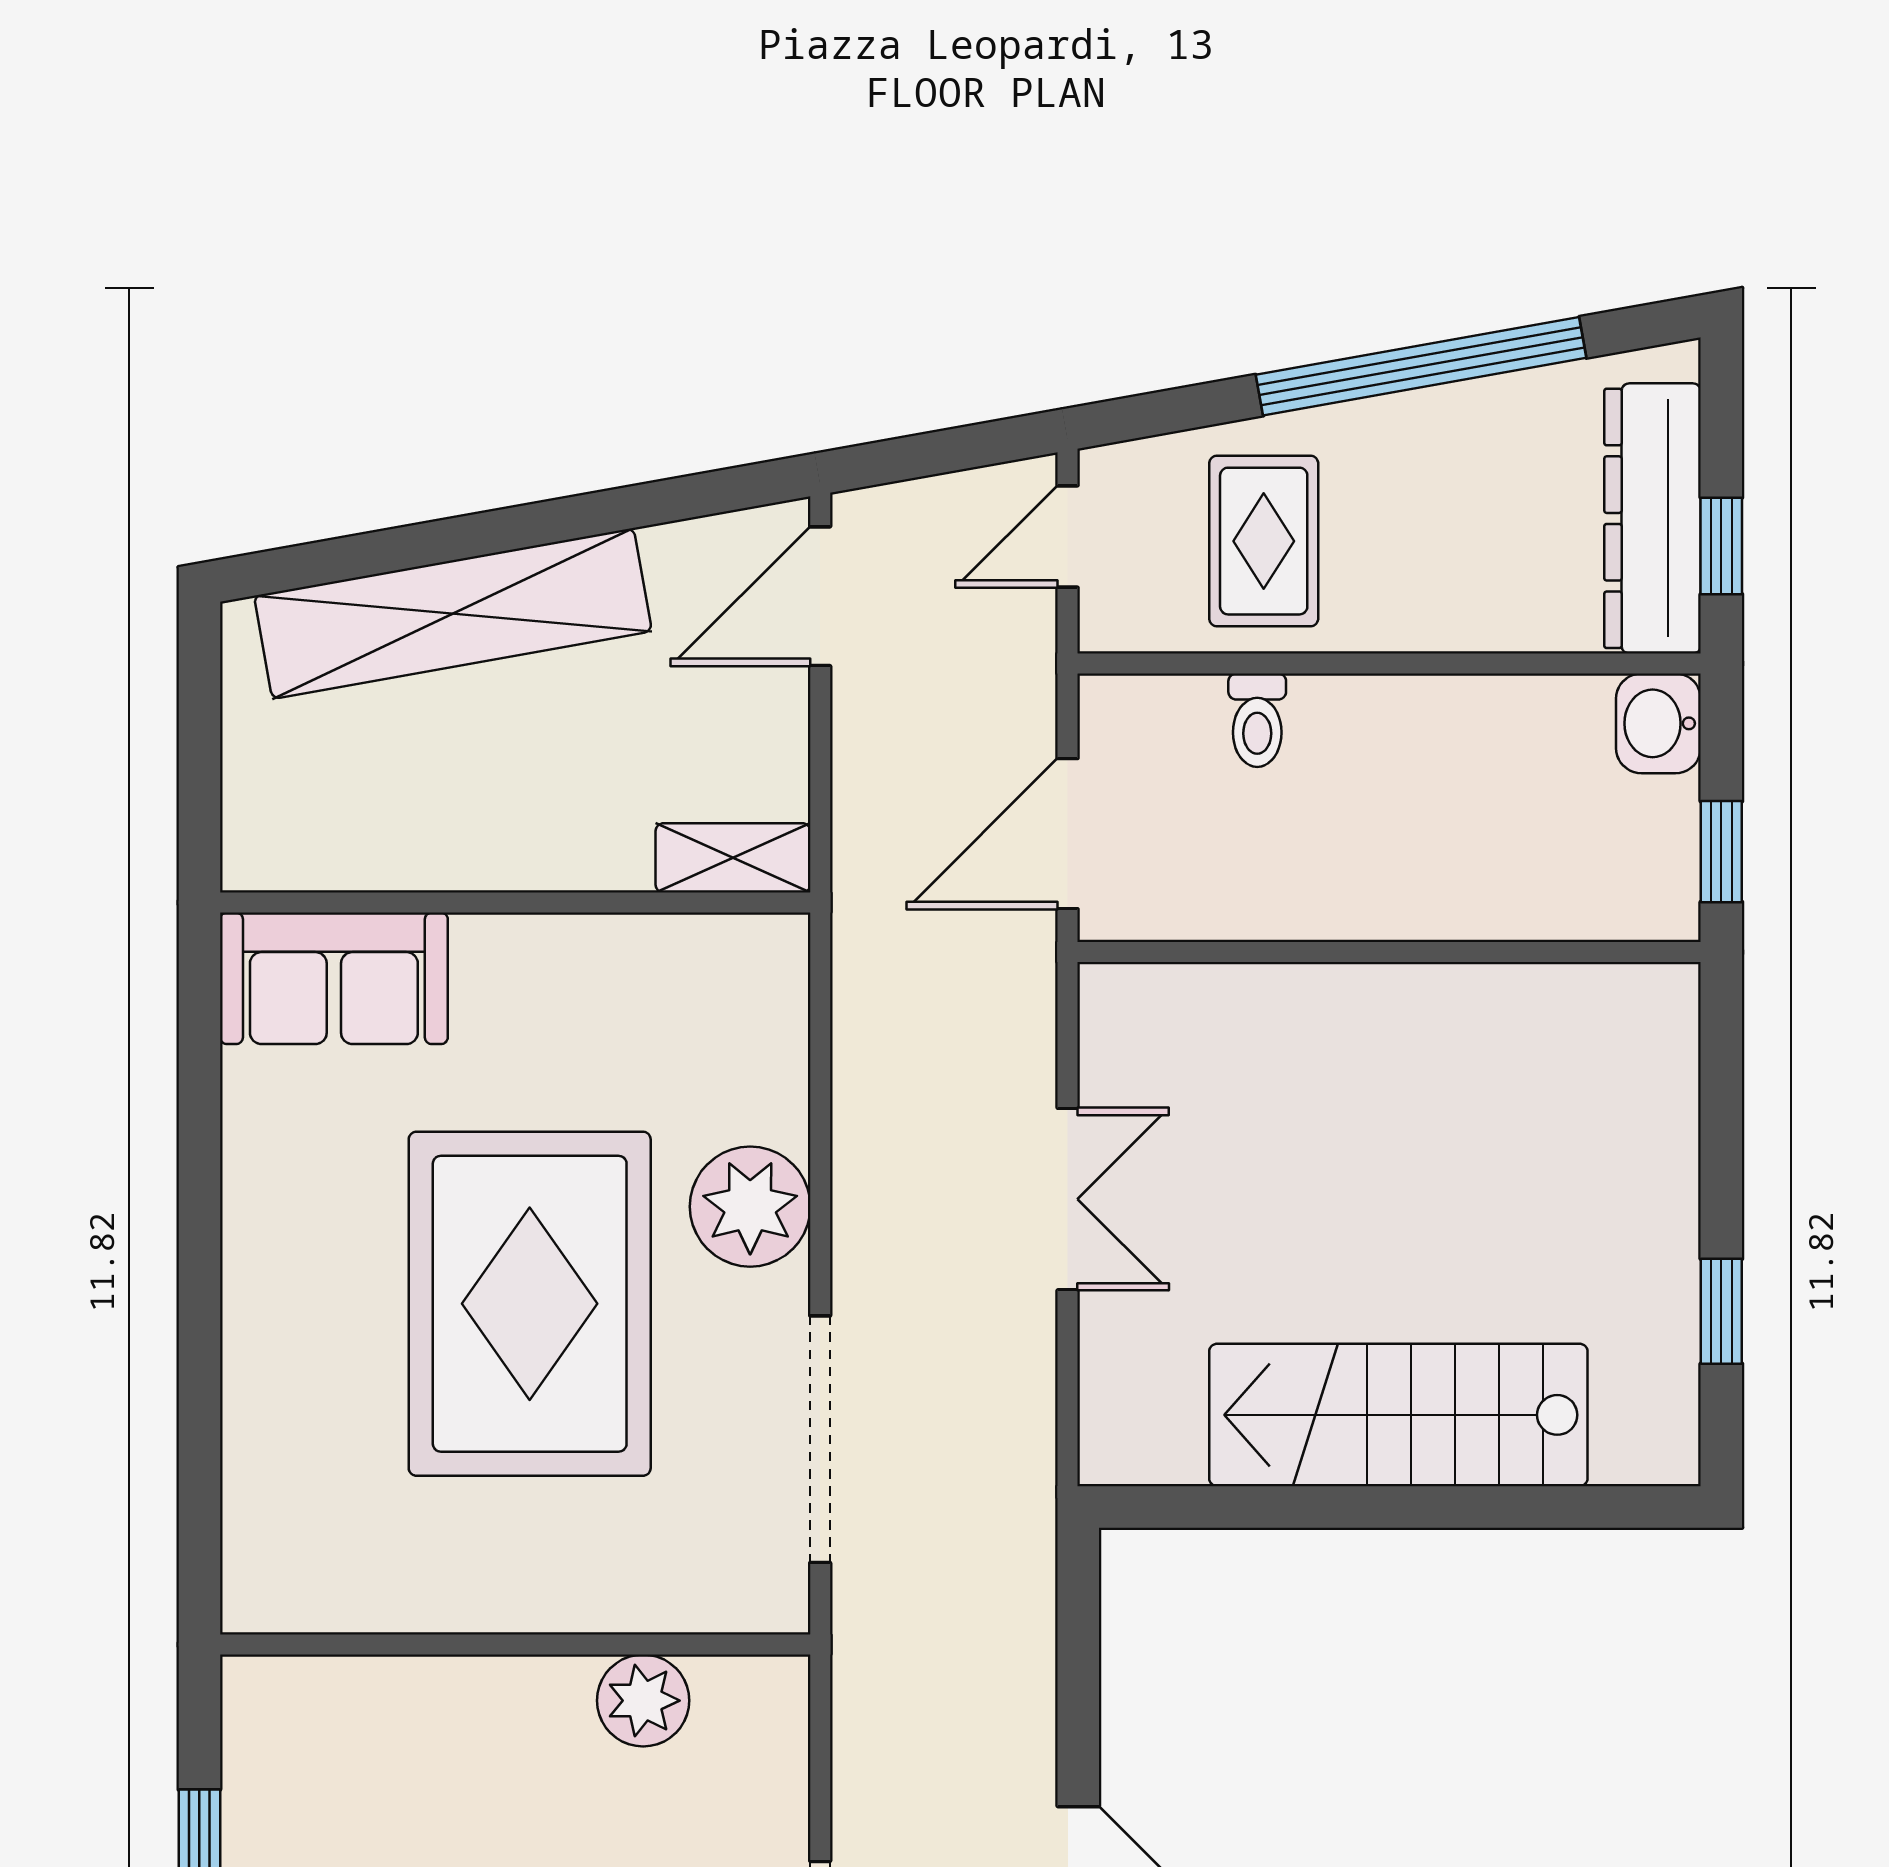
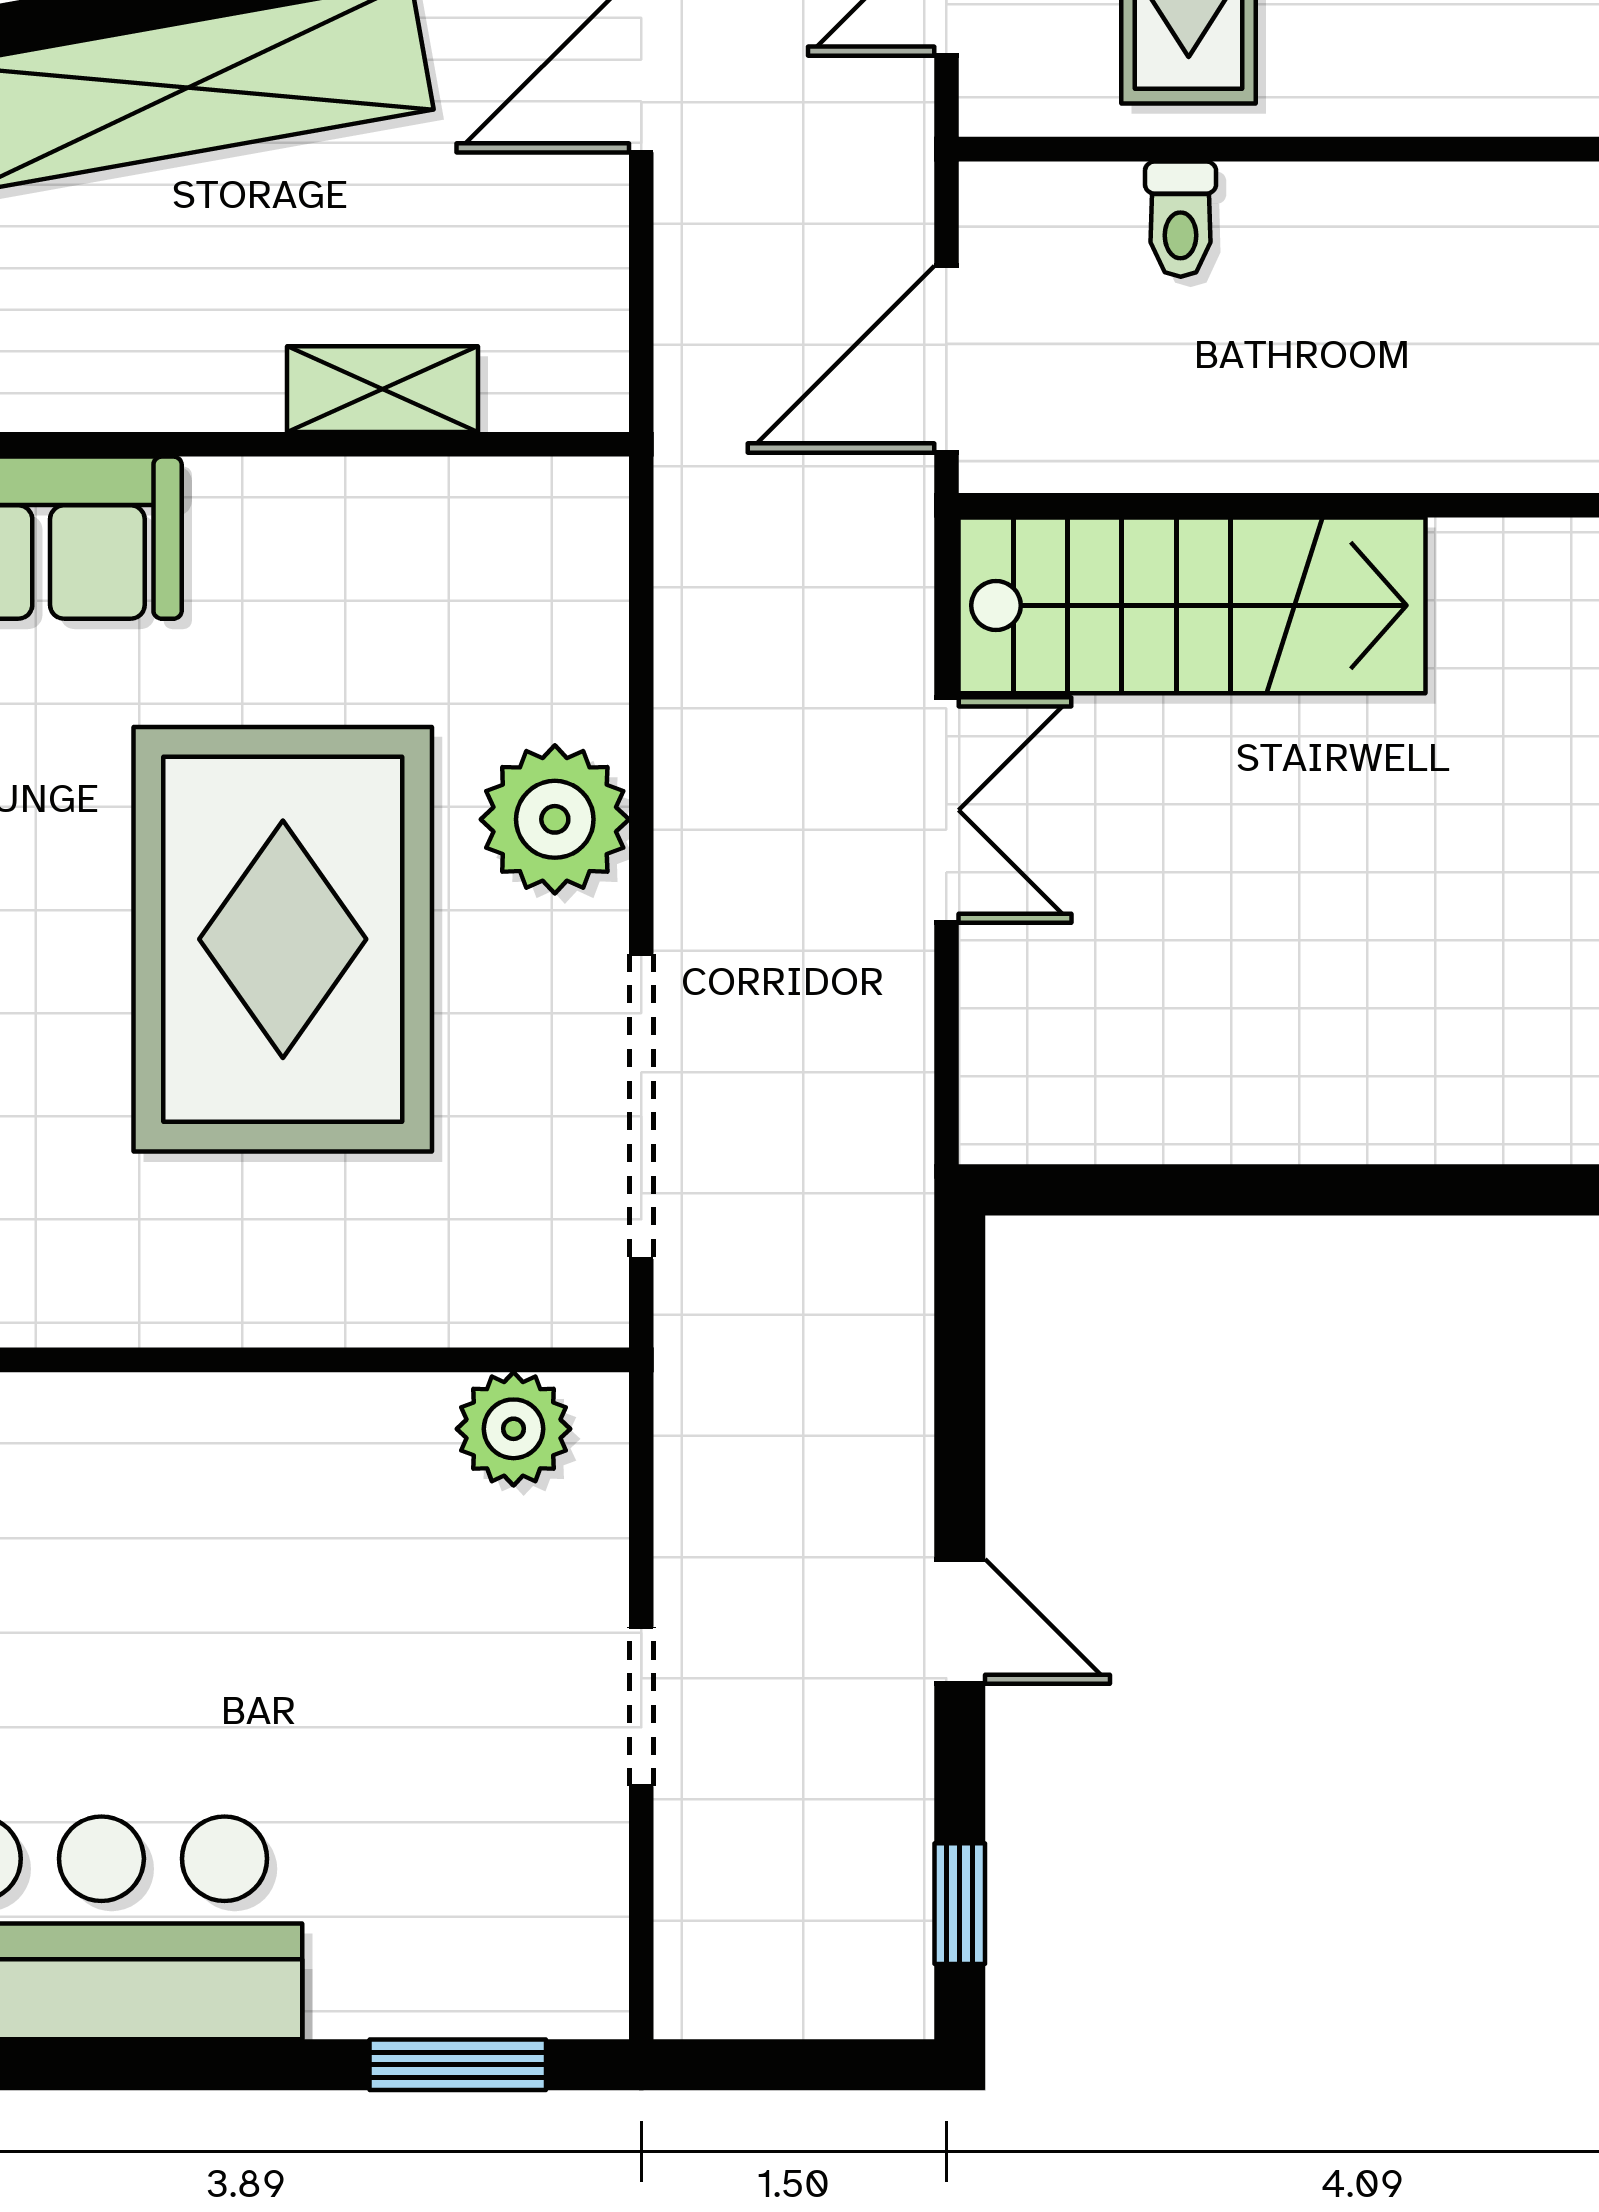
shelving: (733, 858) -> (382, 389), moved
stairs: (1398, 1415) -> (1192, 605), moved, turned 180
plant: (643, 1701) -> (514, 1429), moved

